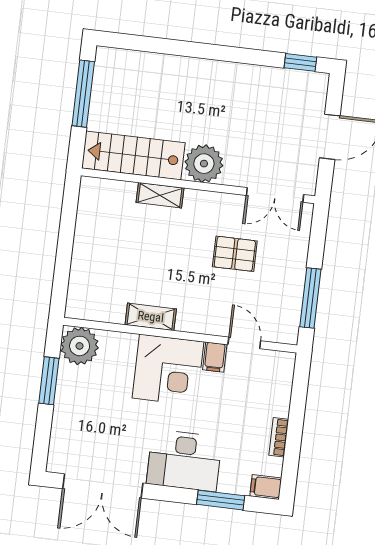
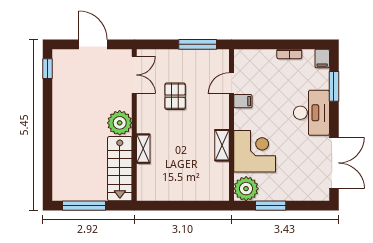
corner desk: (168, 370) -> (255, 151), moved

